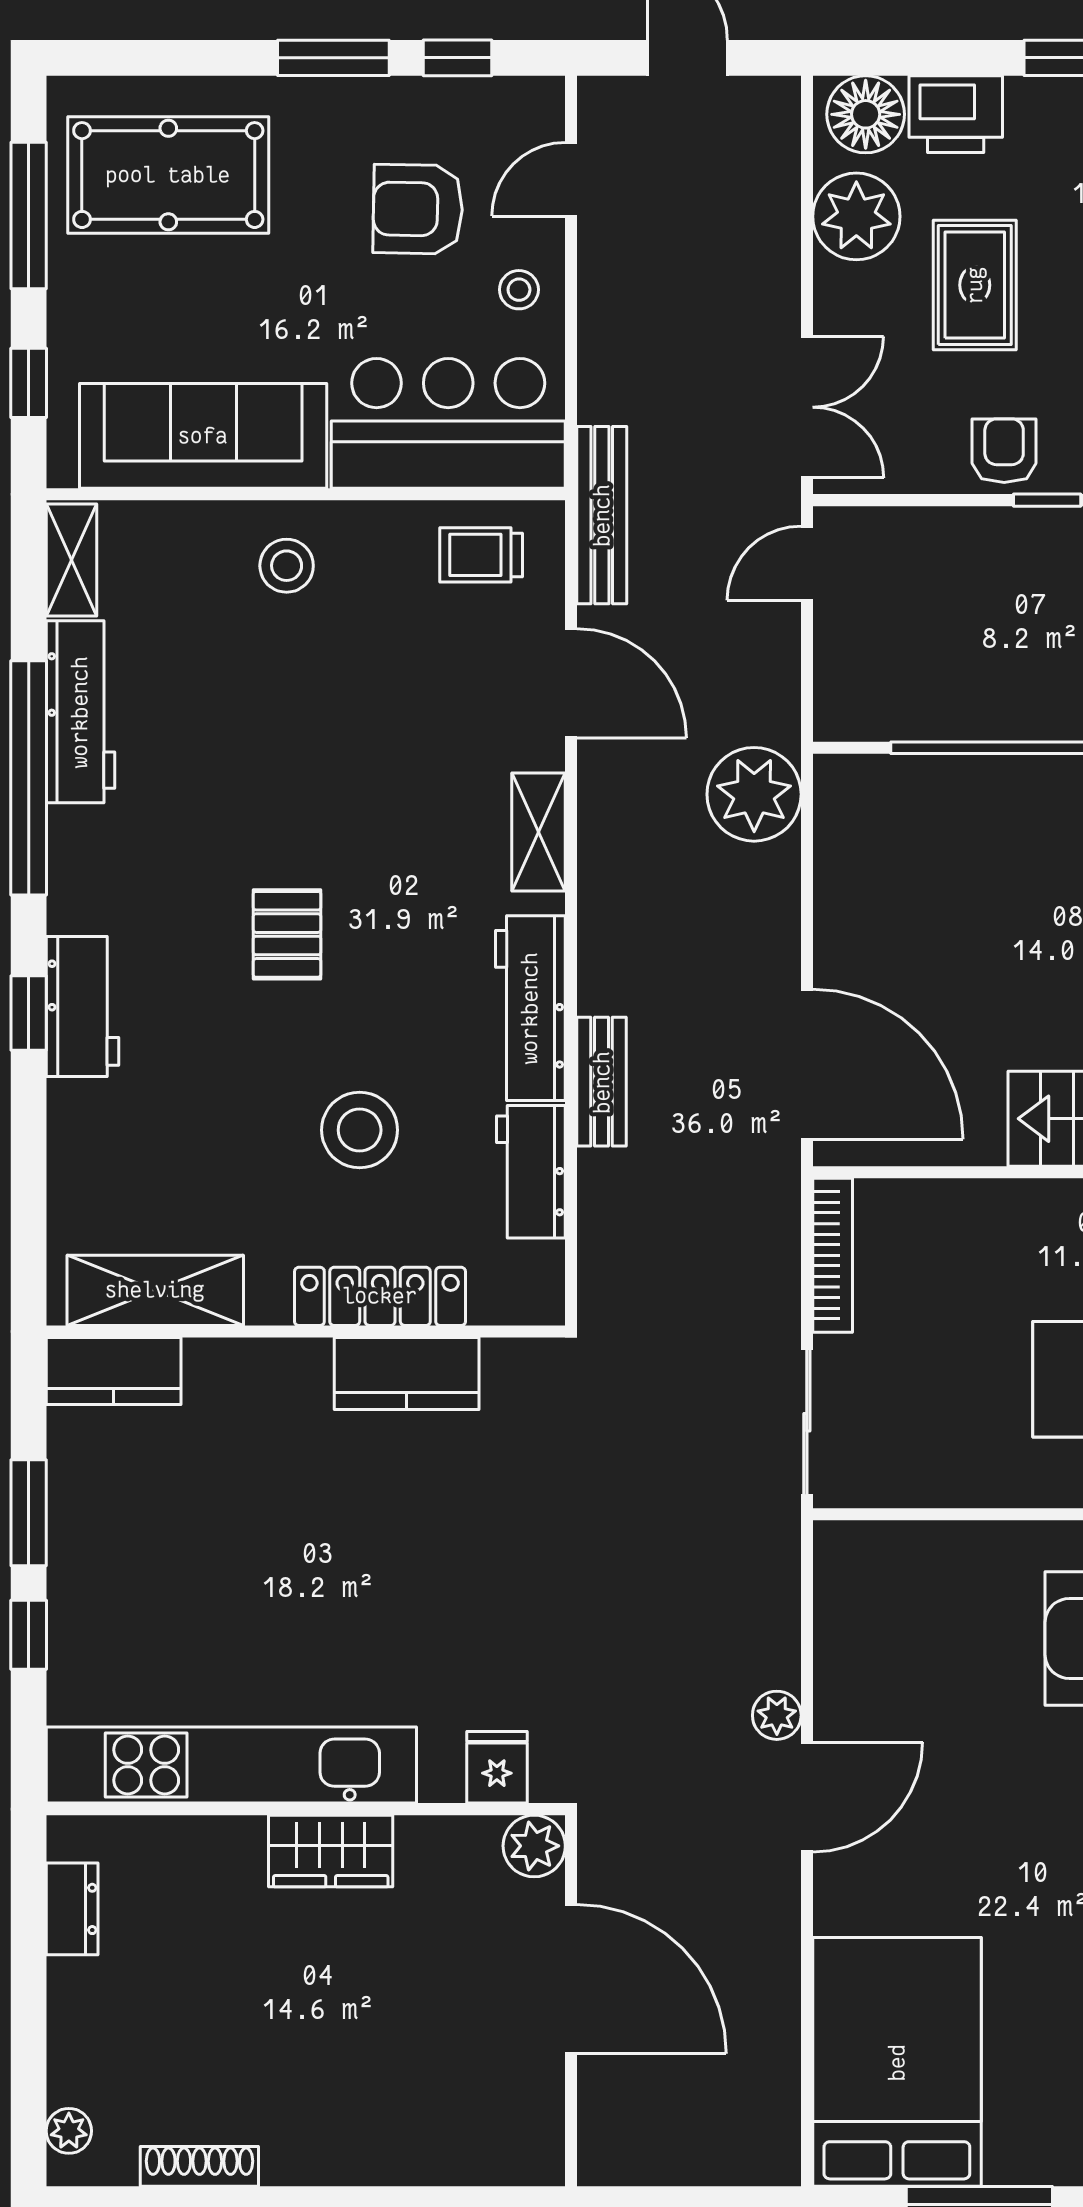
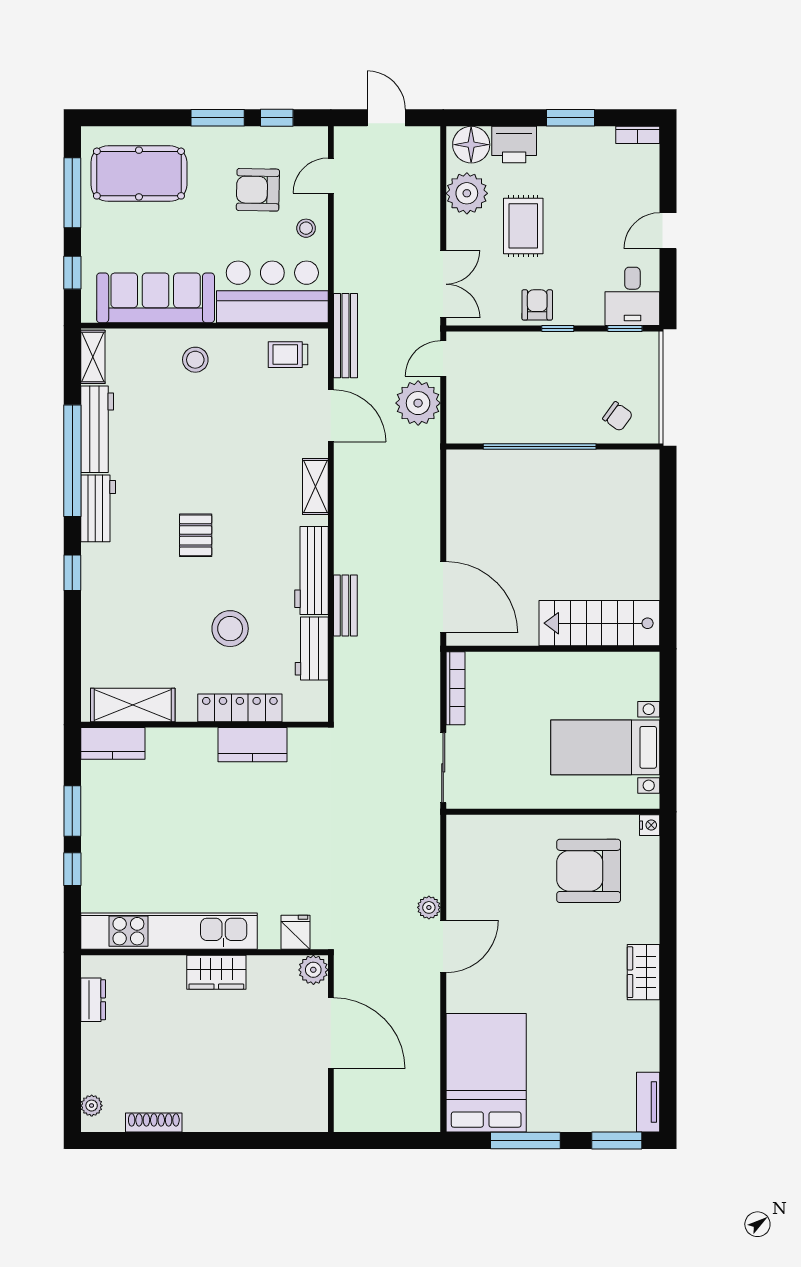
plant: (754, 794) -> (418, 403), moved
workbench: (82, 1006) -> (98, 508), moved

